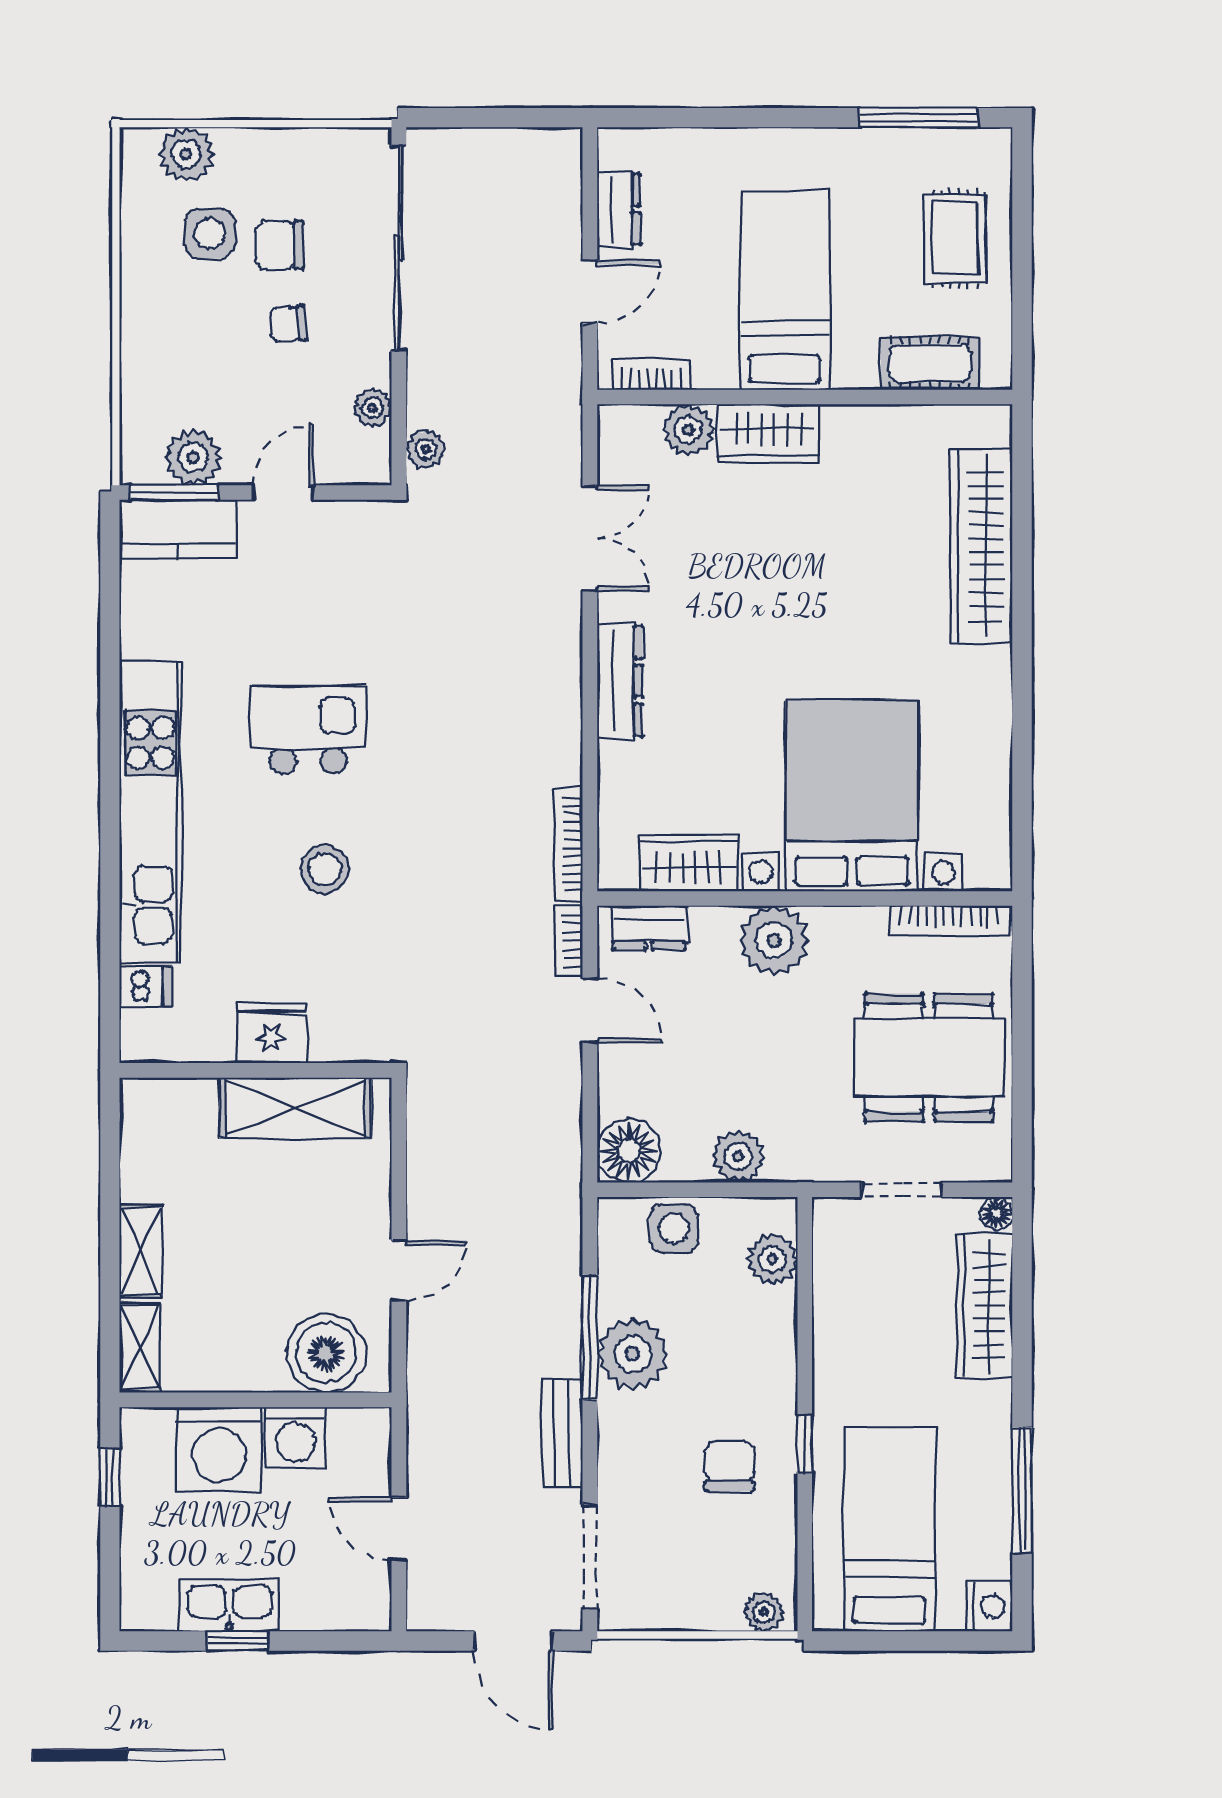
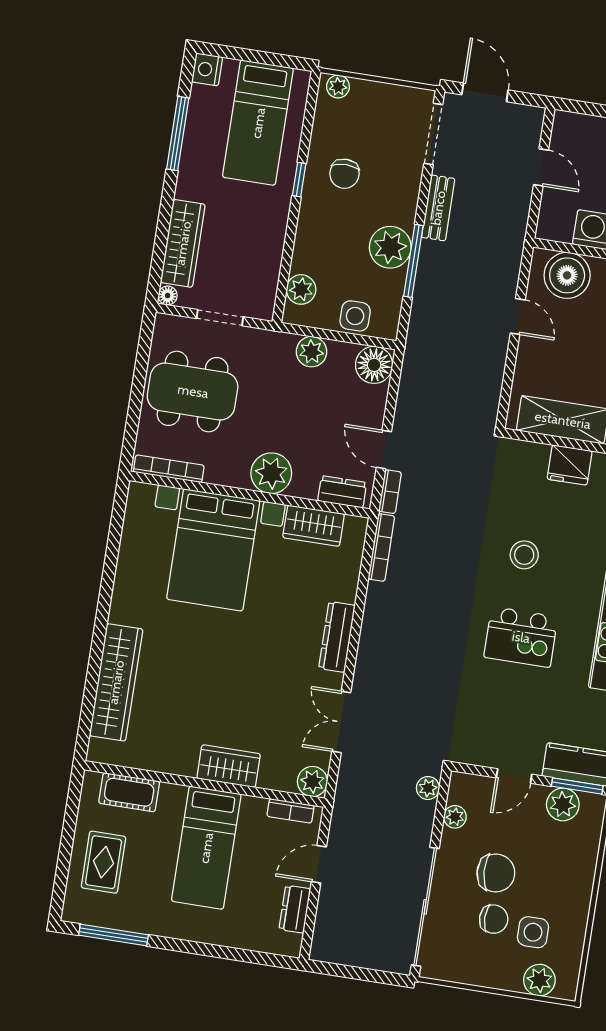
chair: (288, 324) -> (496, 873), width x1.87, depth x1.87
plant: (688, 430) -> (312, 781), moved
door: (399, 1271) -> (518, 316), swing flipped

